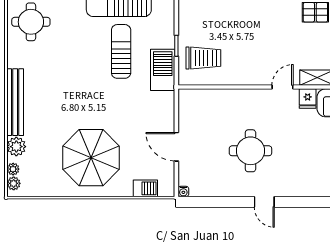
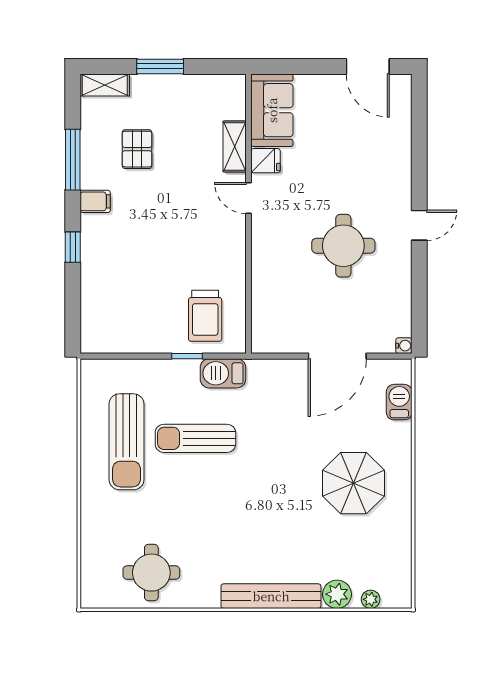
trolley: (203, 58) -> (205, 316), turned 180
barbecue: (163, 70) -> (223, 373), width x0.73, depth x0.83
door: (176, 147) -> (337, 356), width x1.36
parasol: (91, 158) -> (354, 483), width x0.73, depth x0.73
plant: (14, 183) -> (392, 598), removed

